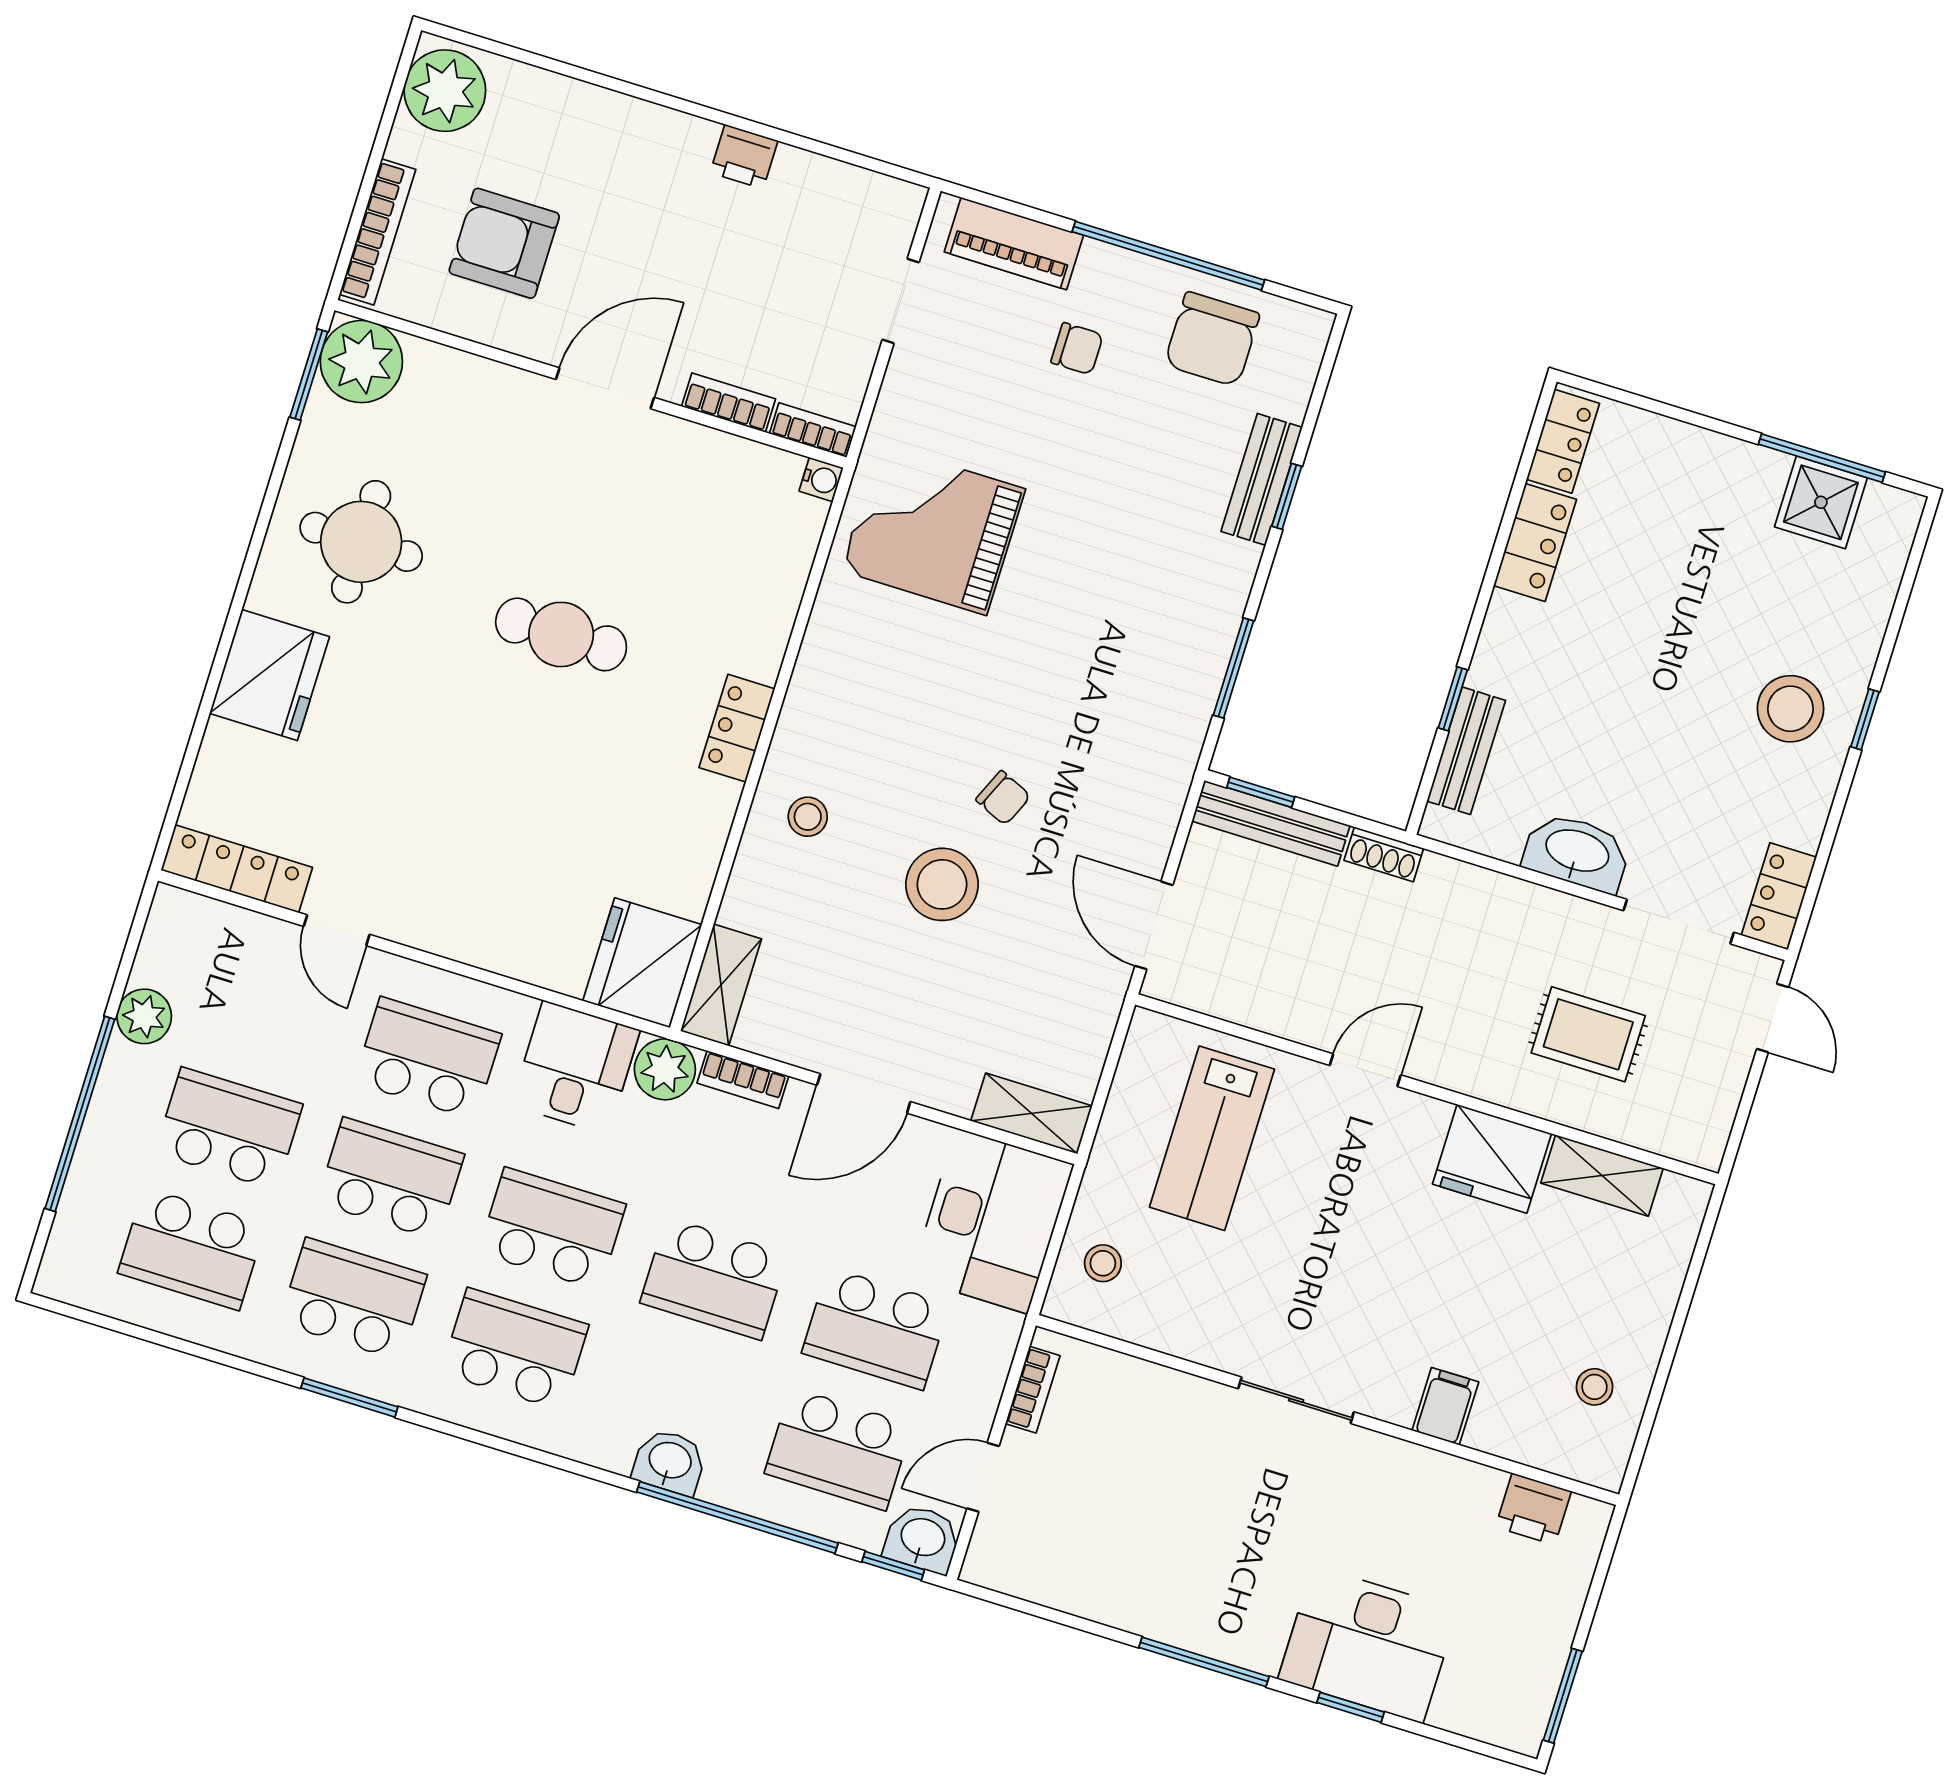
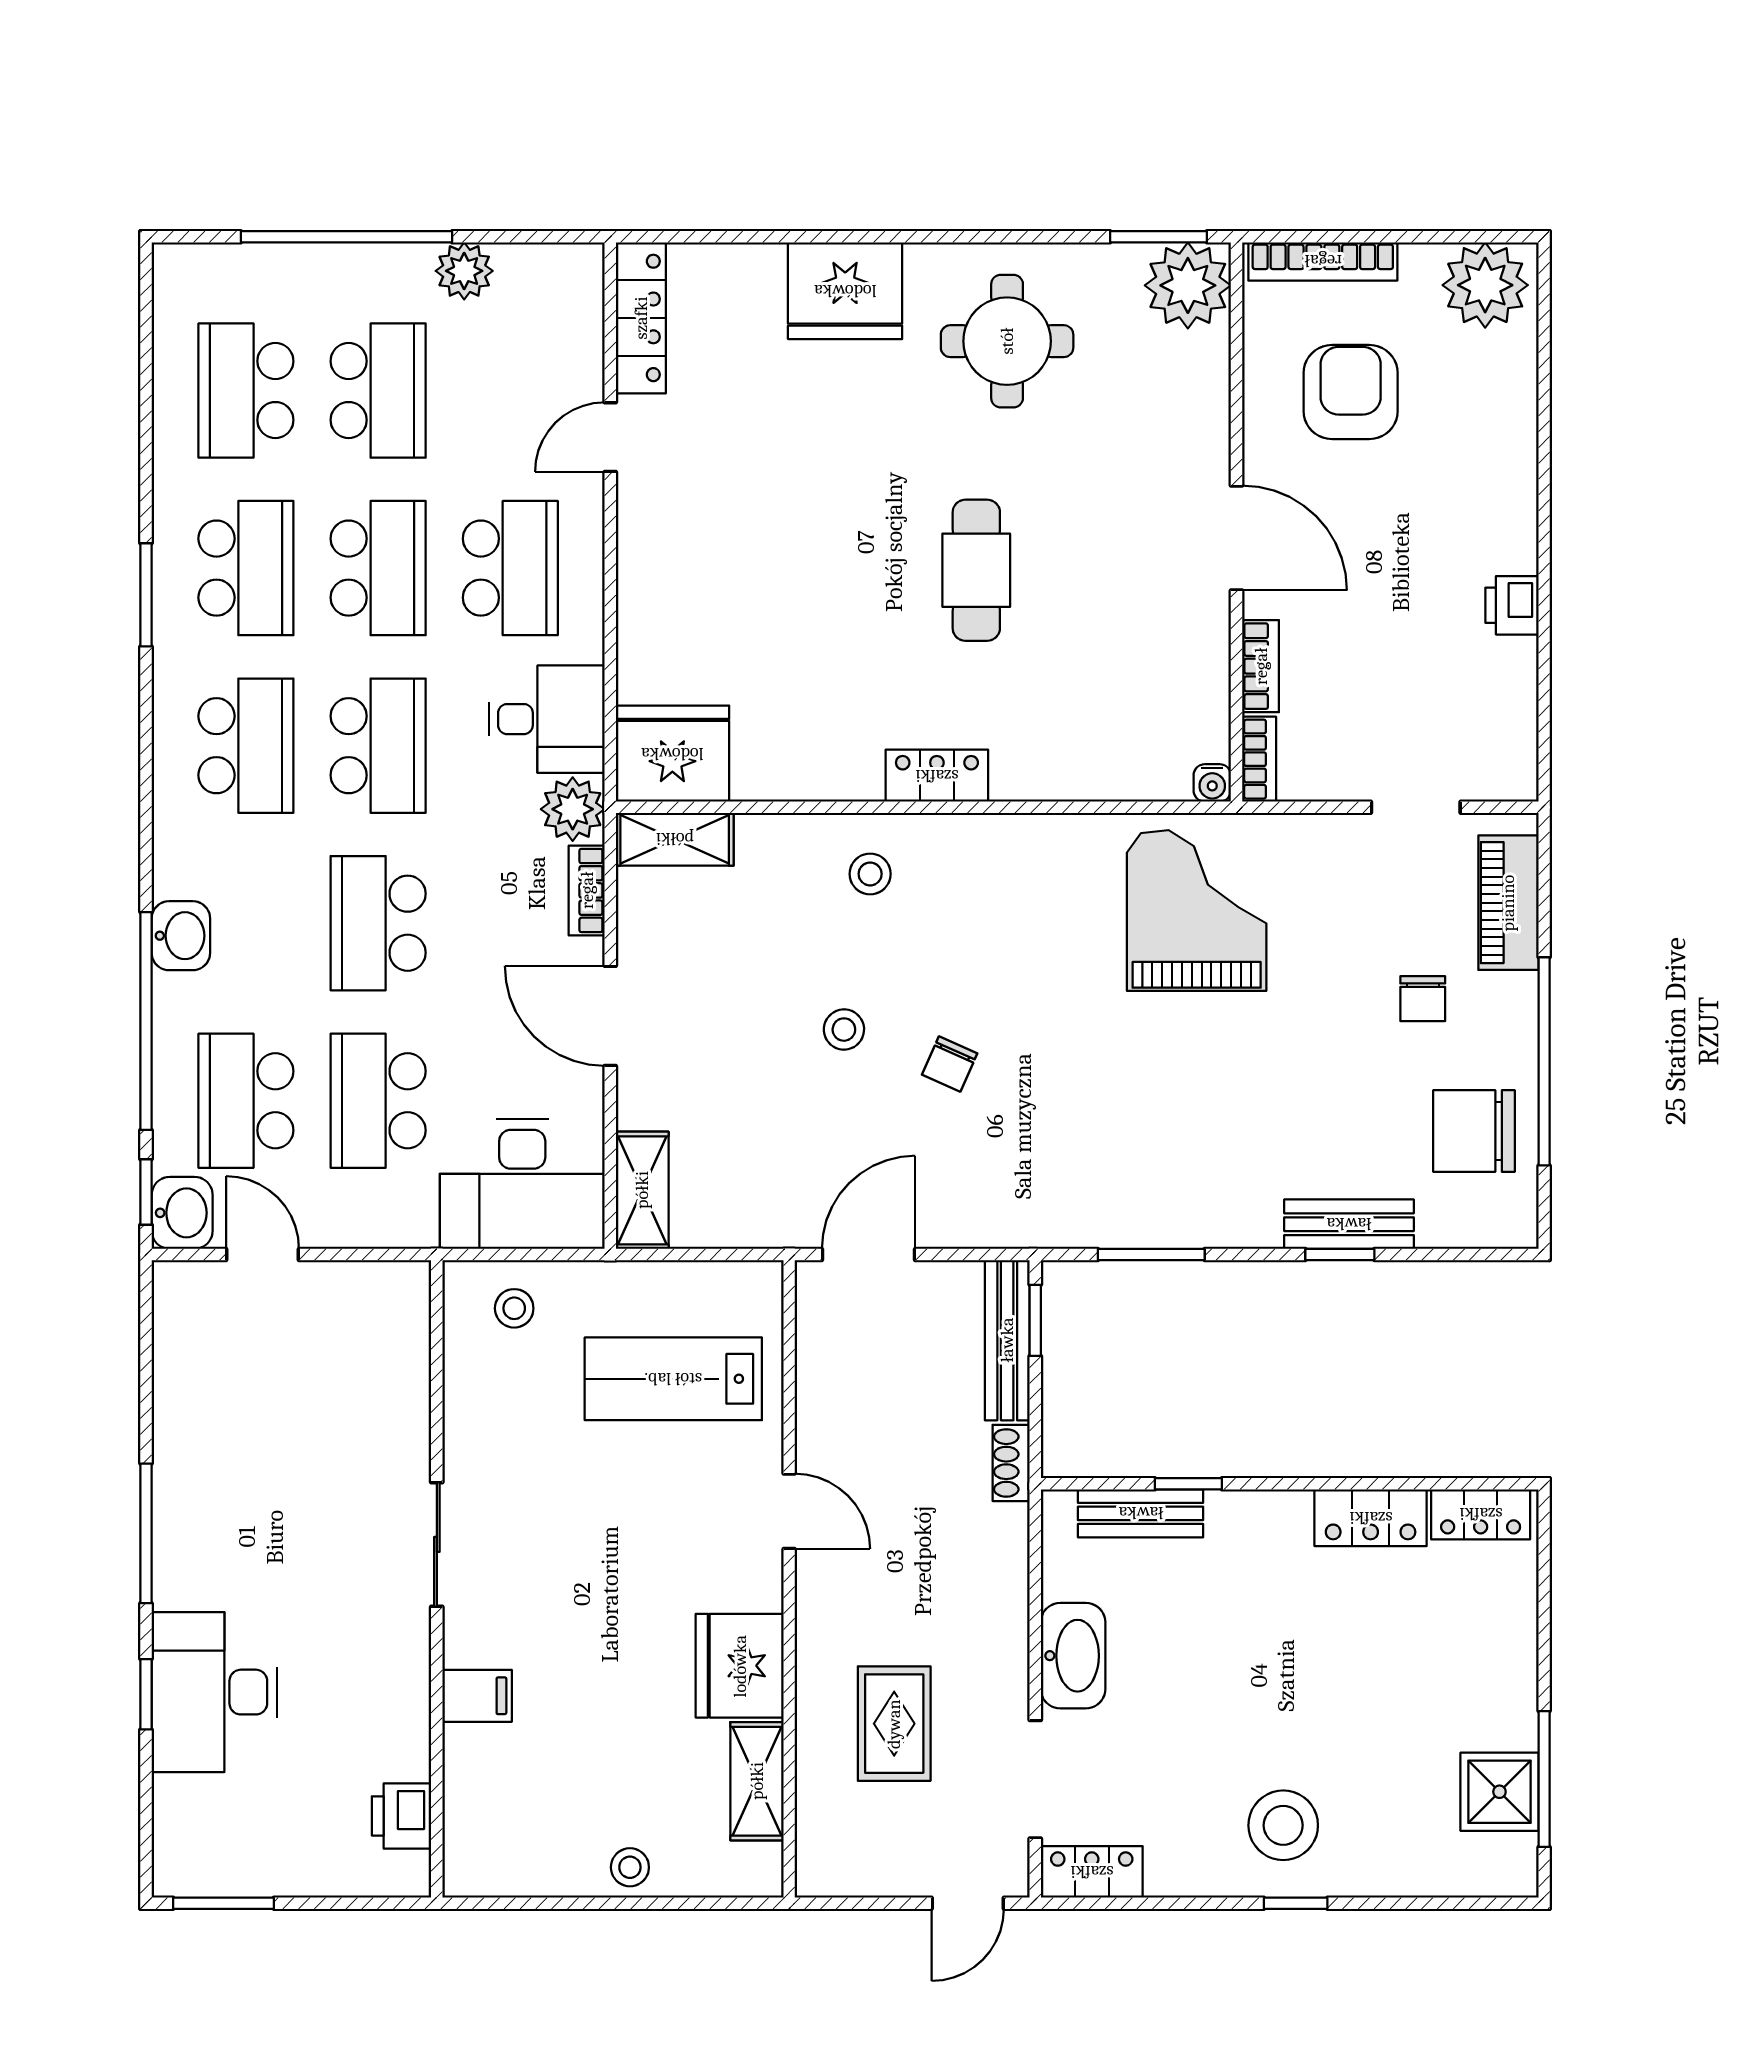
stool: (942, 884) -> (844, 1030), width x0.53, depth x0.53
stool: (1594, 1387) -> (630, 1867), moved
bookcase: (1033, 1390) -> (366, 1277), removed

